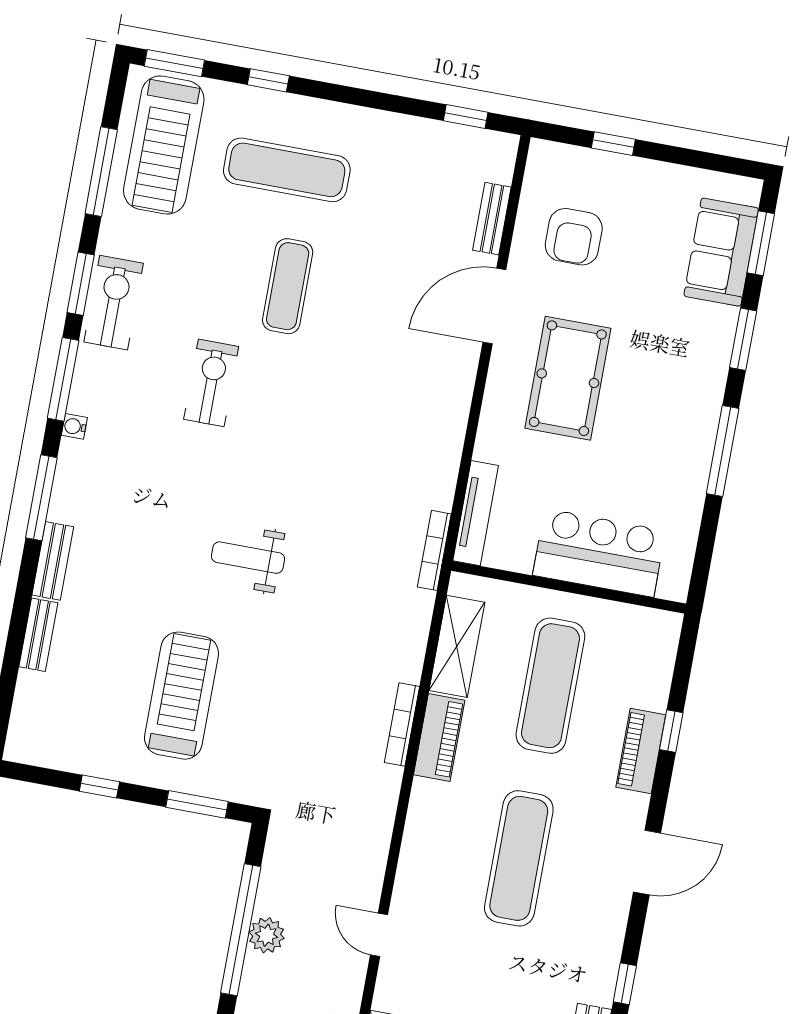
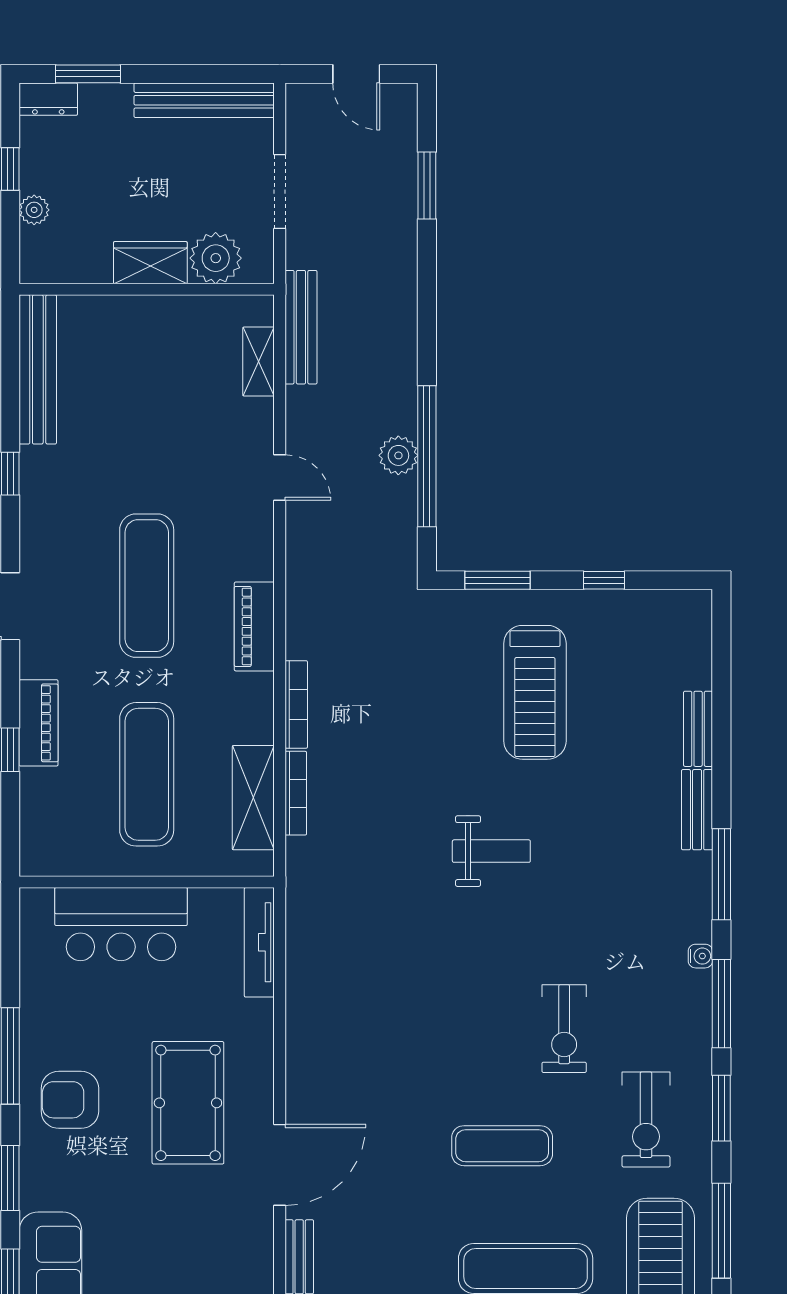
armchair: (574, 237) -> (70, 1100), moved, turned -90
exercise mat: (288, 286) -> (502, 1146), turned 90
exercise bike: (114, 303) -> (646, 1120), moved
bookcase: (434, 550) -> (296, 793), moved
piano: (439, 737) -> (254, 626), moved

